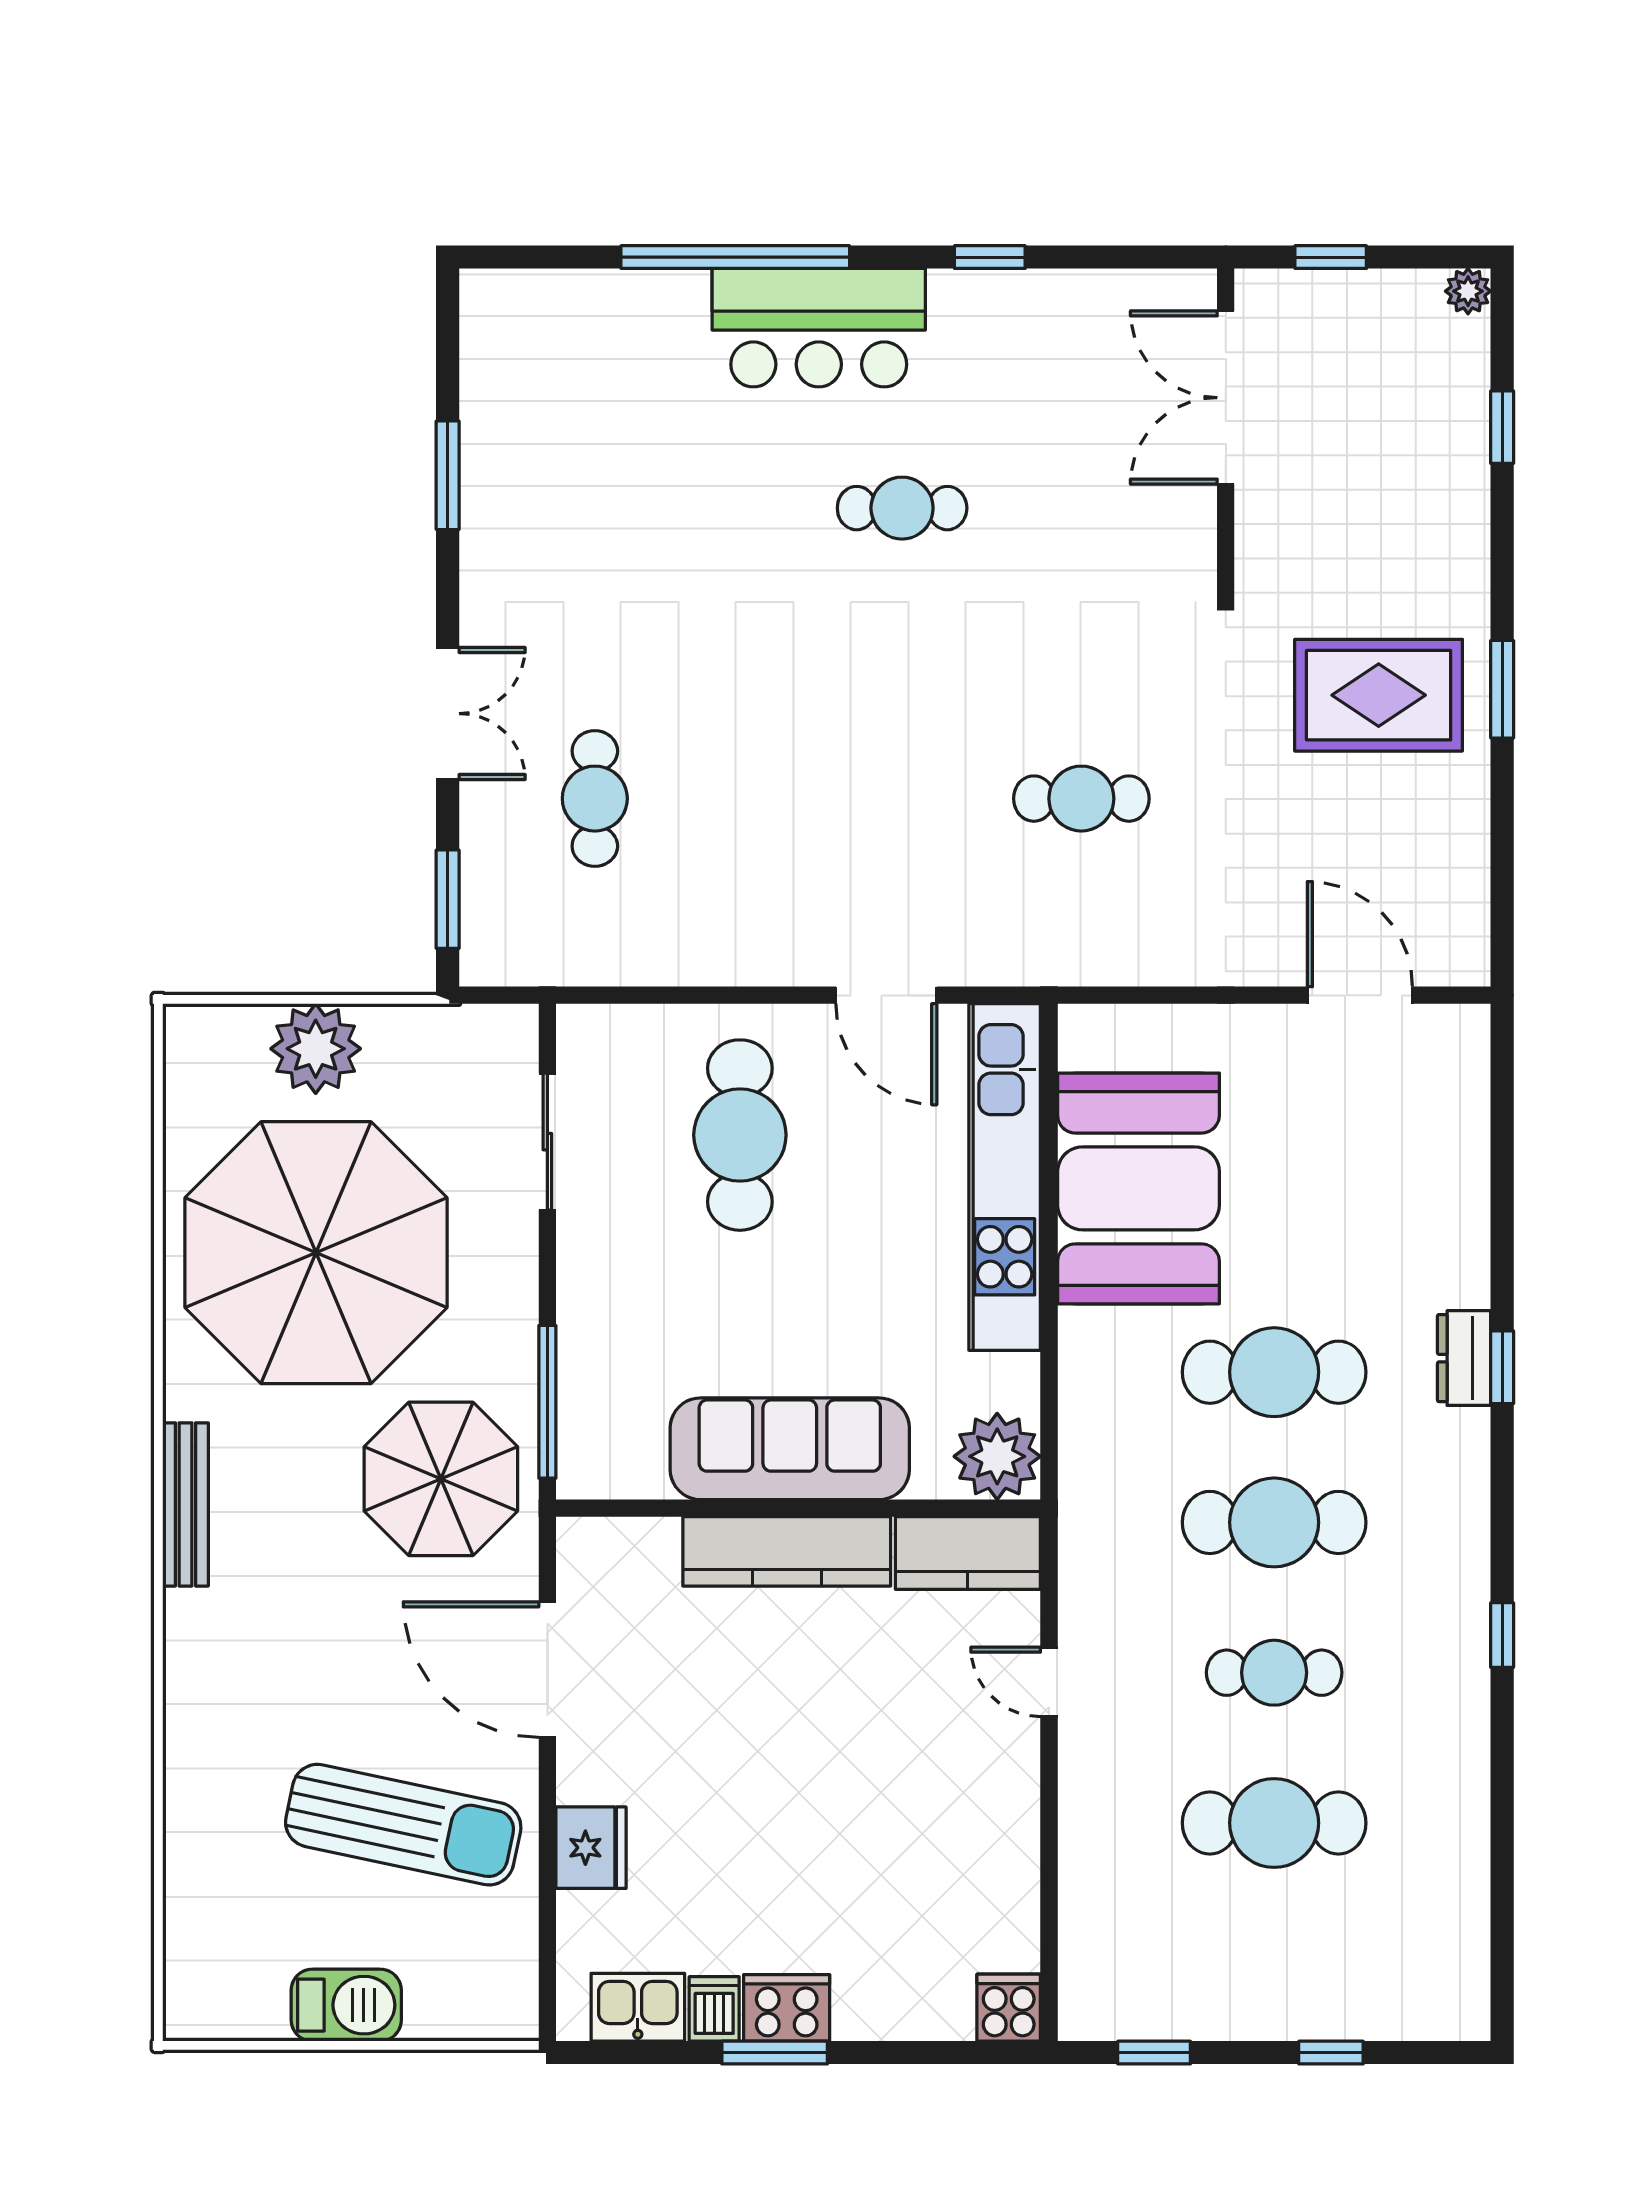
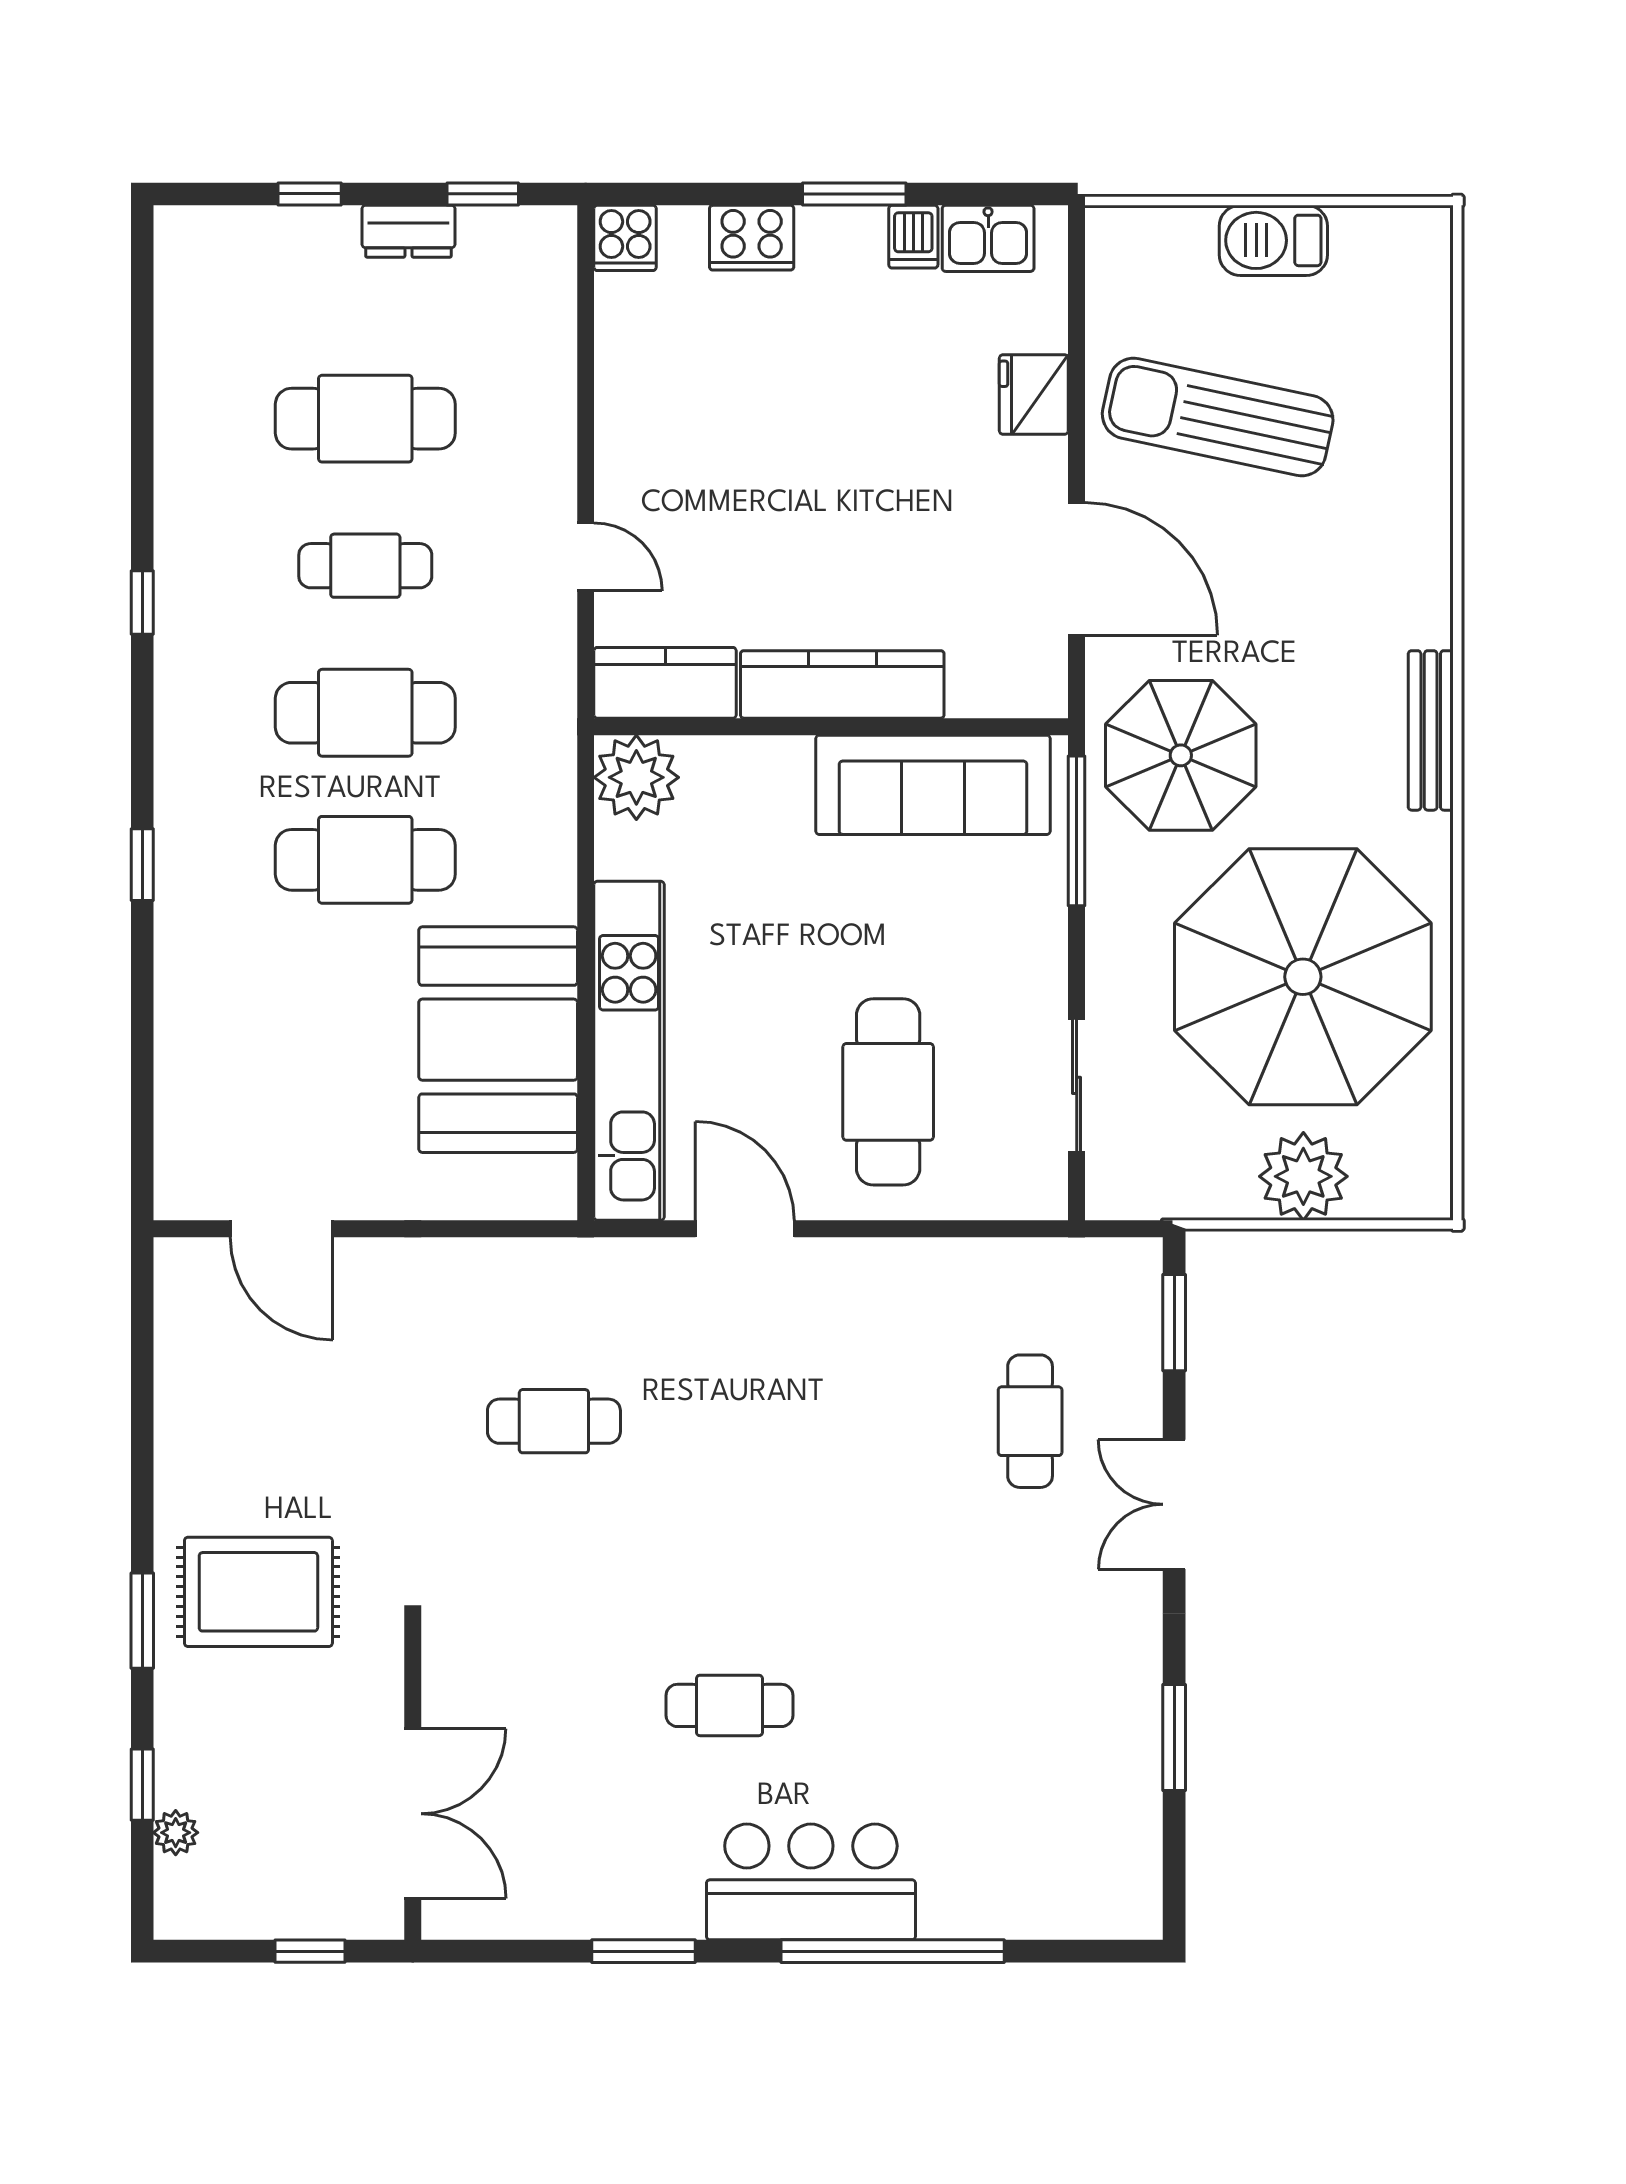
window: (990, 257) -> (644, 1951), width x1.50
plant: (1468, 291) -> (176, 1833), moved
window: (1502, 689) -> (142, 1621), moved
rug: (1379, 695) -> (258, 1592), moved
dresser: (1464, 1358) -> (408, 231), moved, turned 90
sofa: (790, 1449) -> (933, 785), moved
cooker: (787, 2008) -> (752, 238), moved

